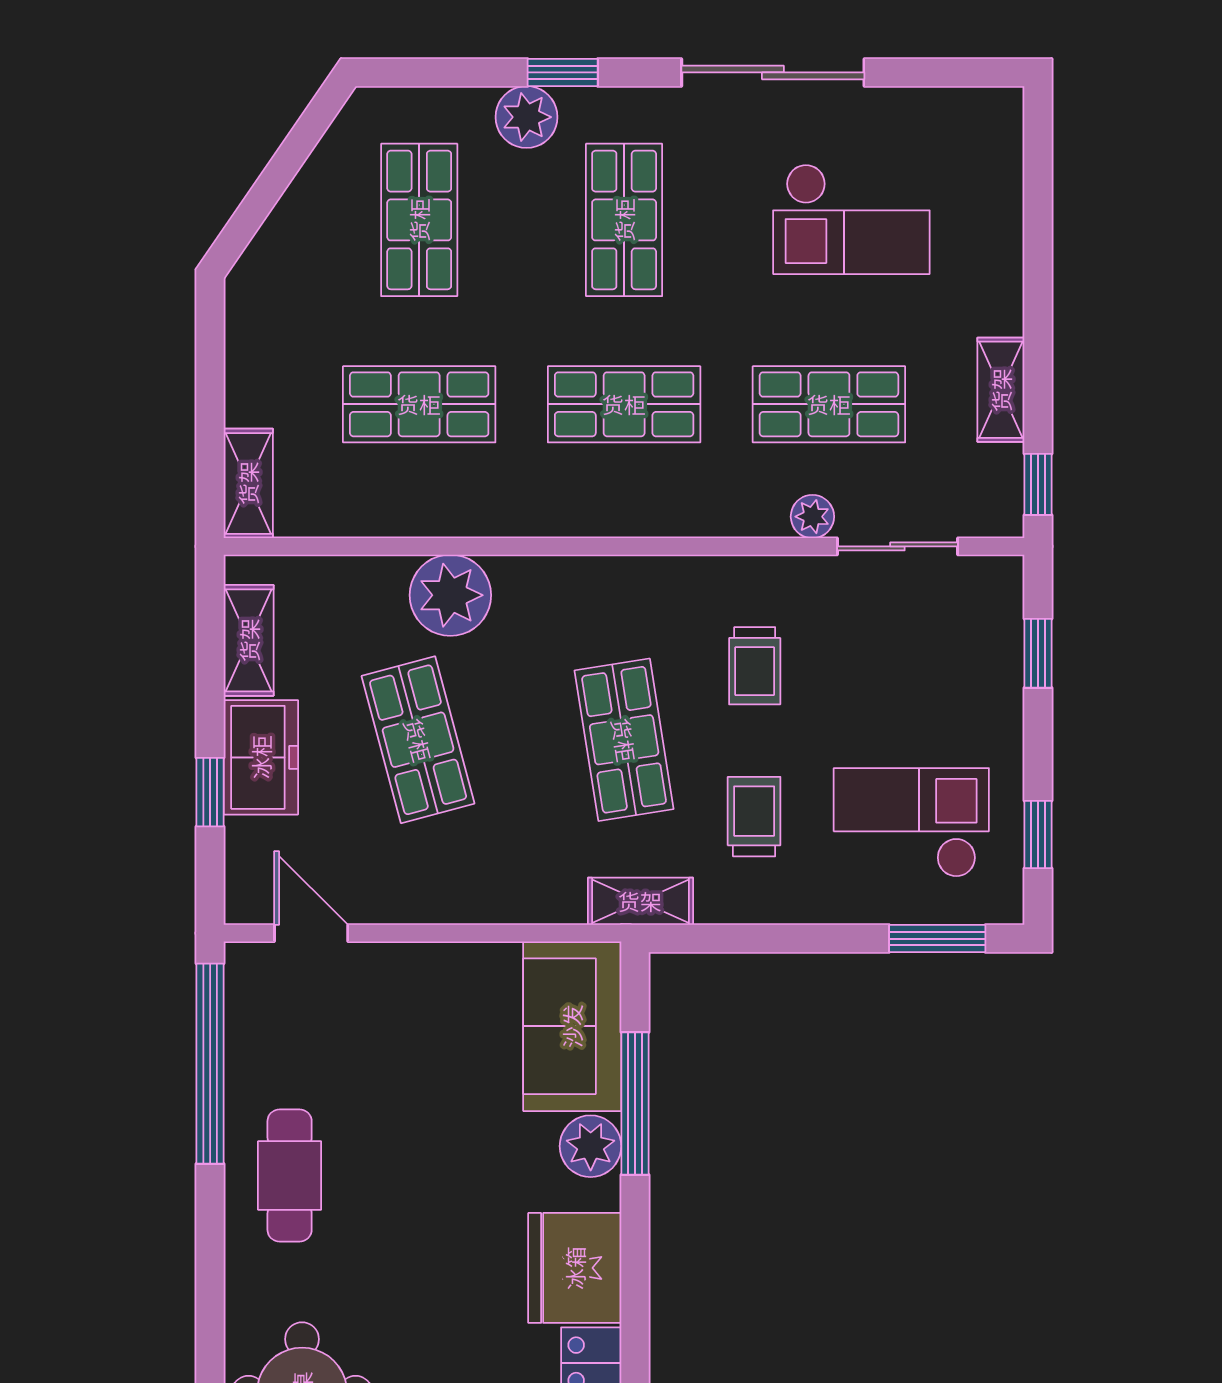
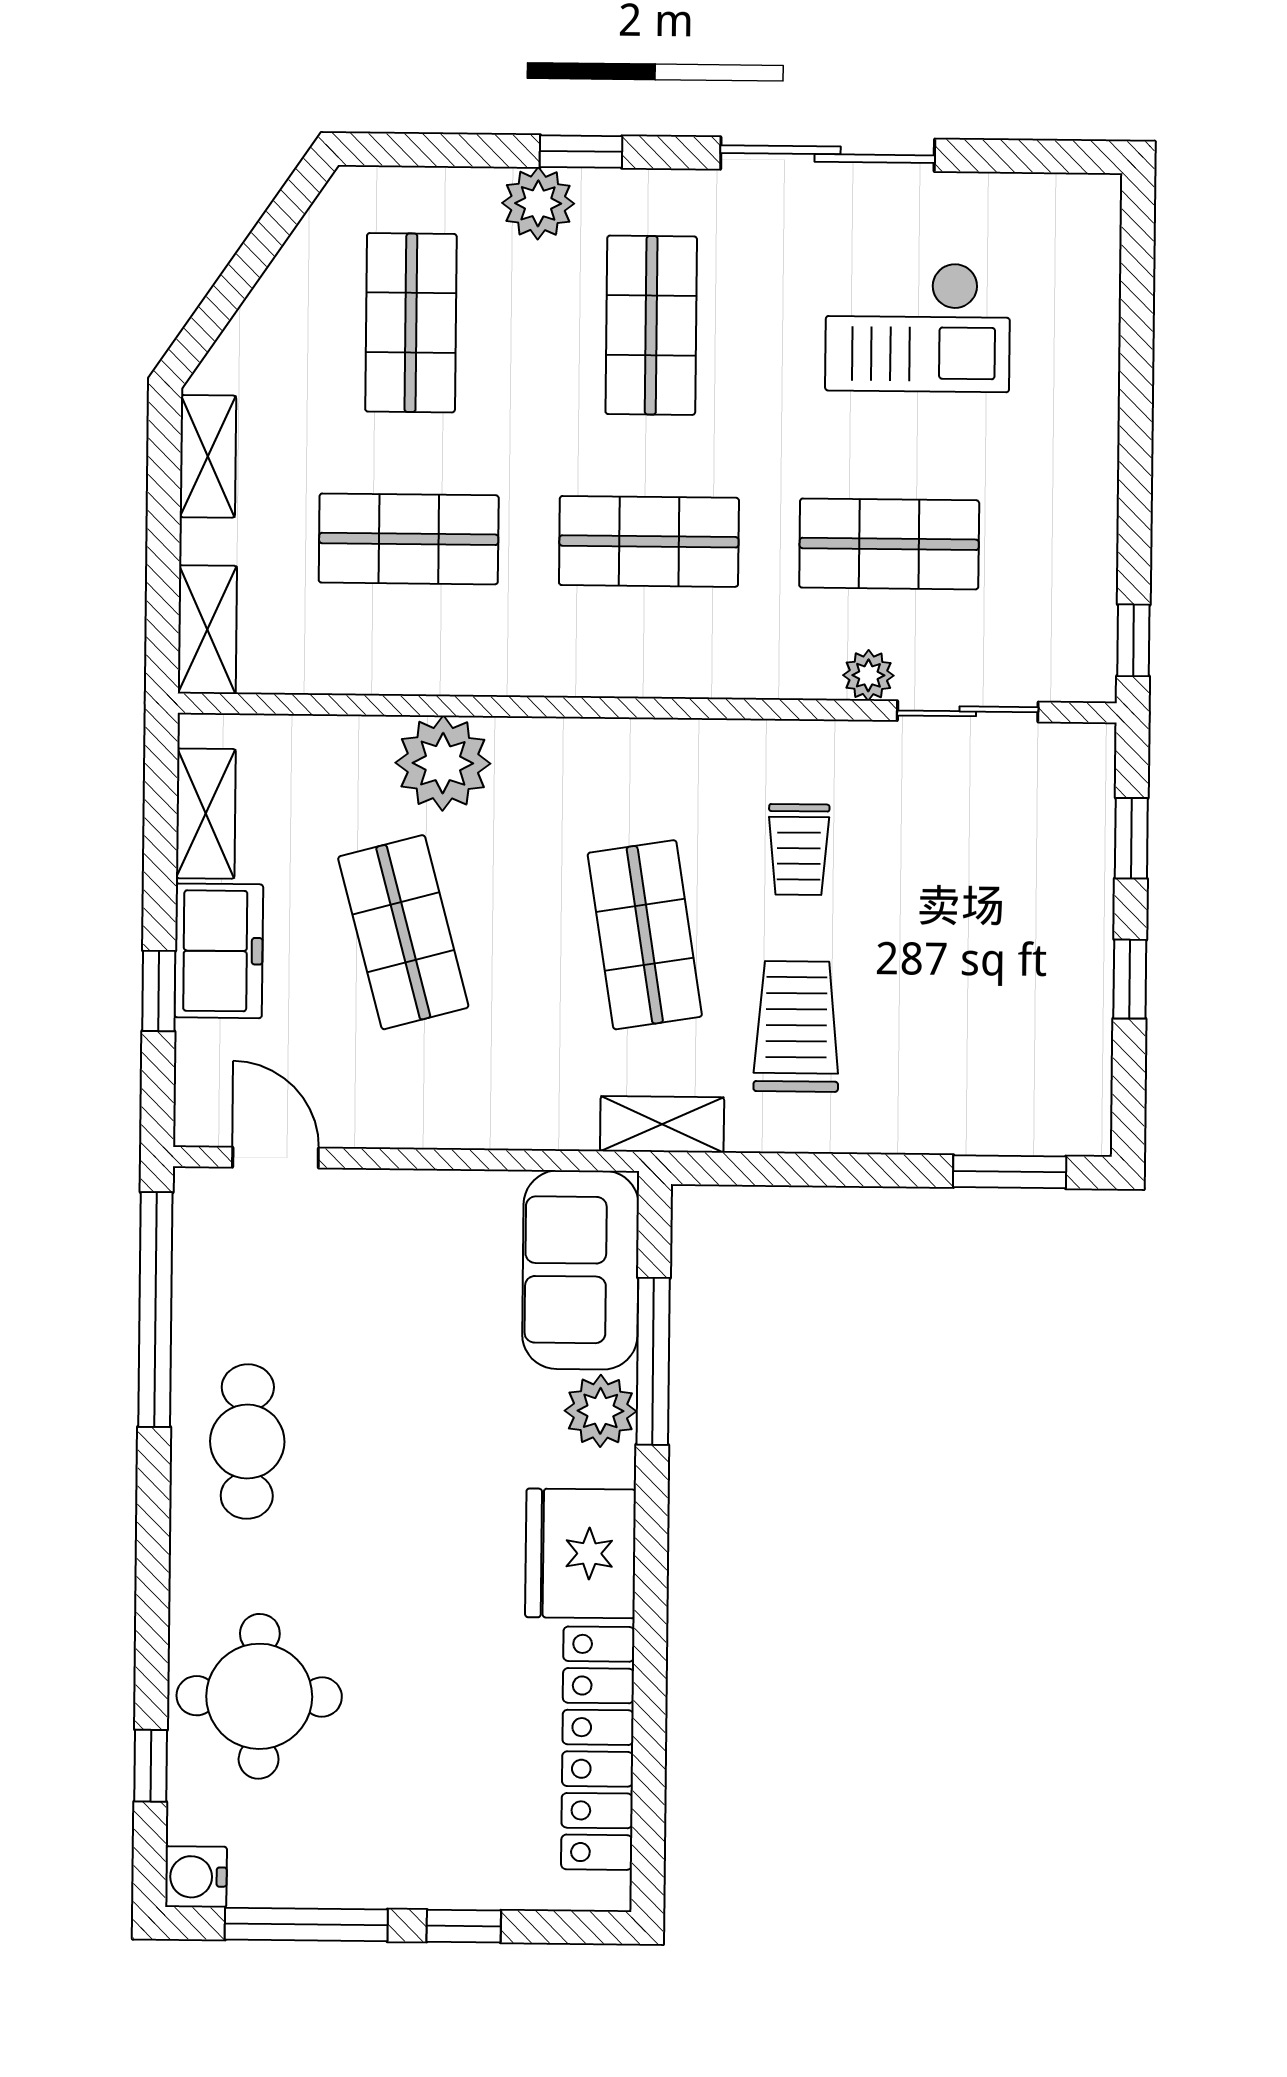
shelving: (1001, 390) -> (208, 456), moved
trolley: (754, 817) -> (796, 1026), width x1.36, depth x1.39
checkout: (911, 823) -> (981, 1035), removed
window: (1038, 835) -> (1130, 979), moved

